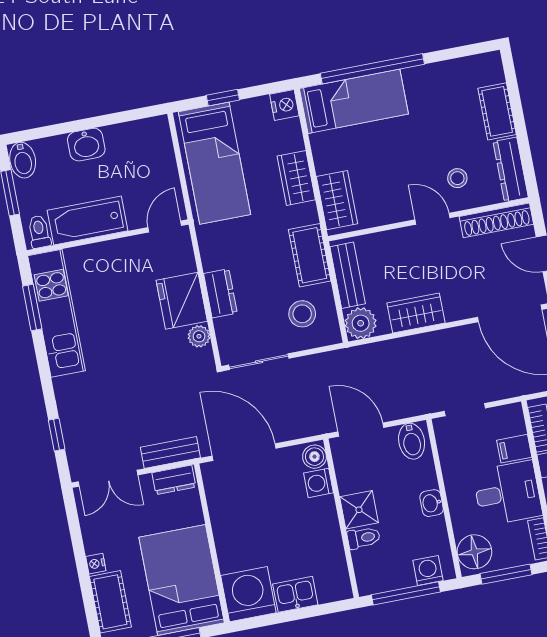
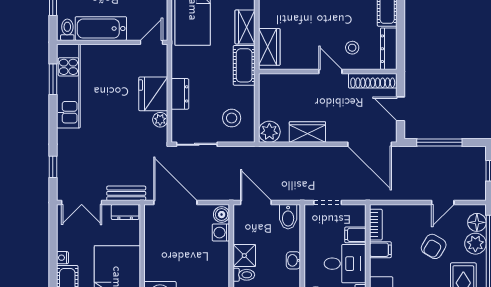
cot: (310, 255) -> (244, 65), moved
bench: (348, 275) -> (267, 98), removed

